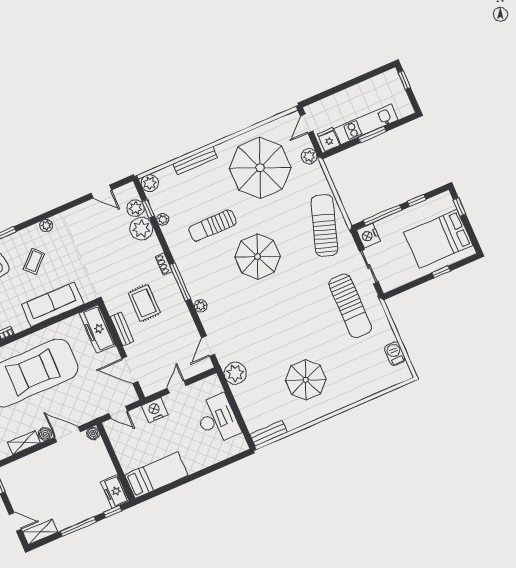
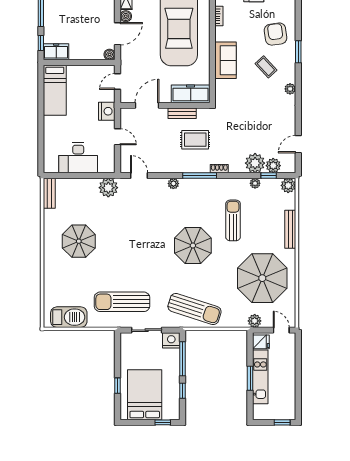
sofa: (53, 304) -> (226, 60), width x0.73
barbecue: (395, 354) -> (69, 317), width x1.88, depth x1.53

